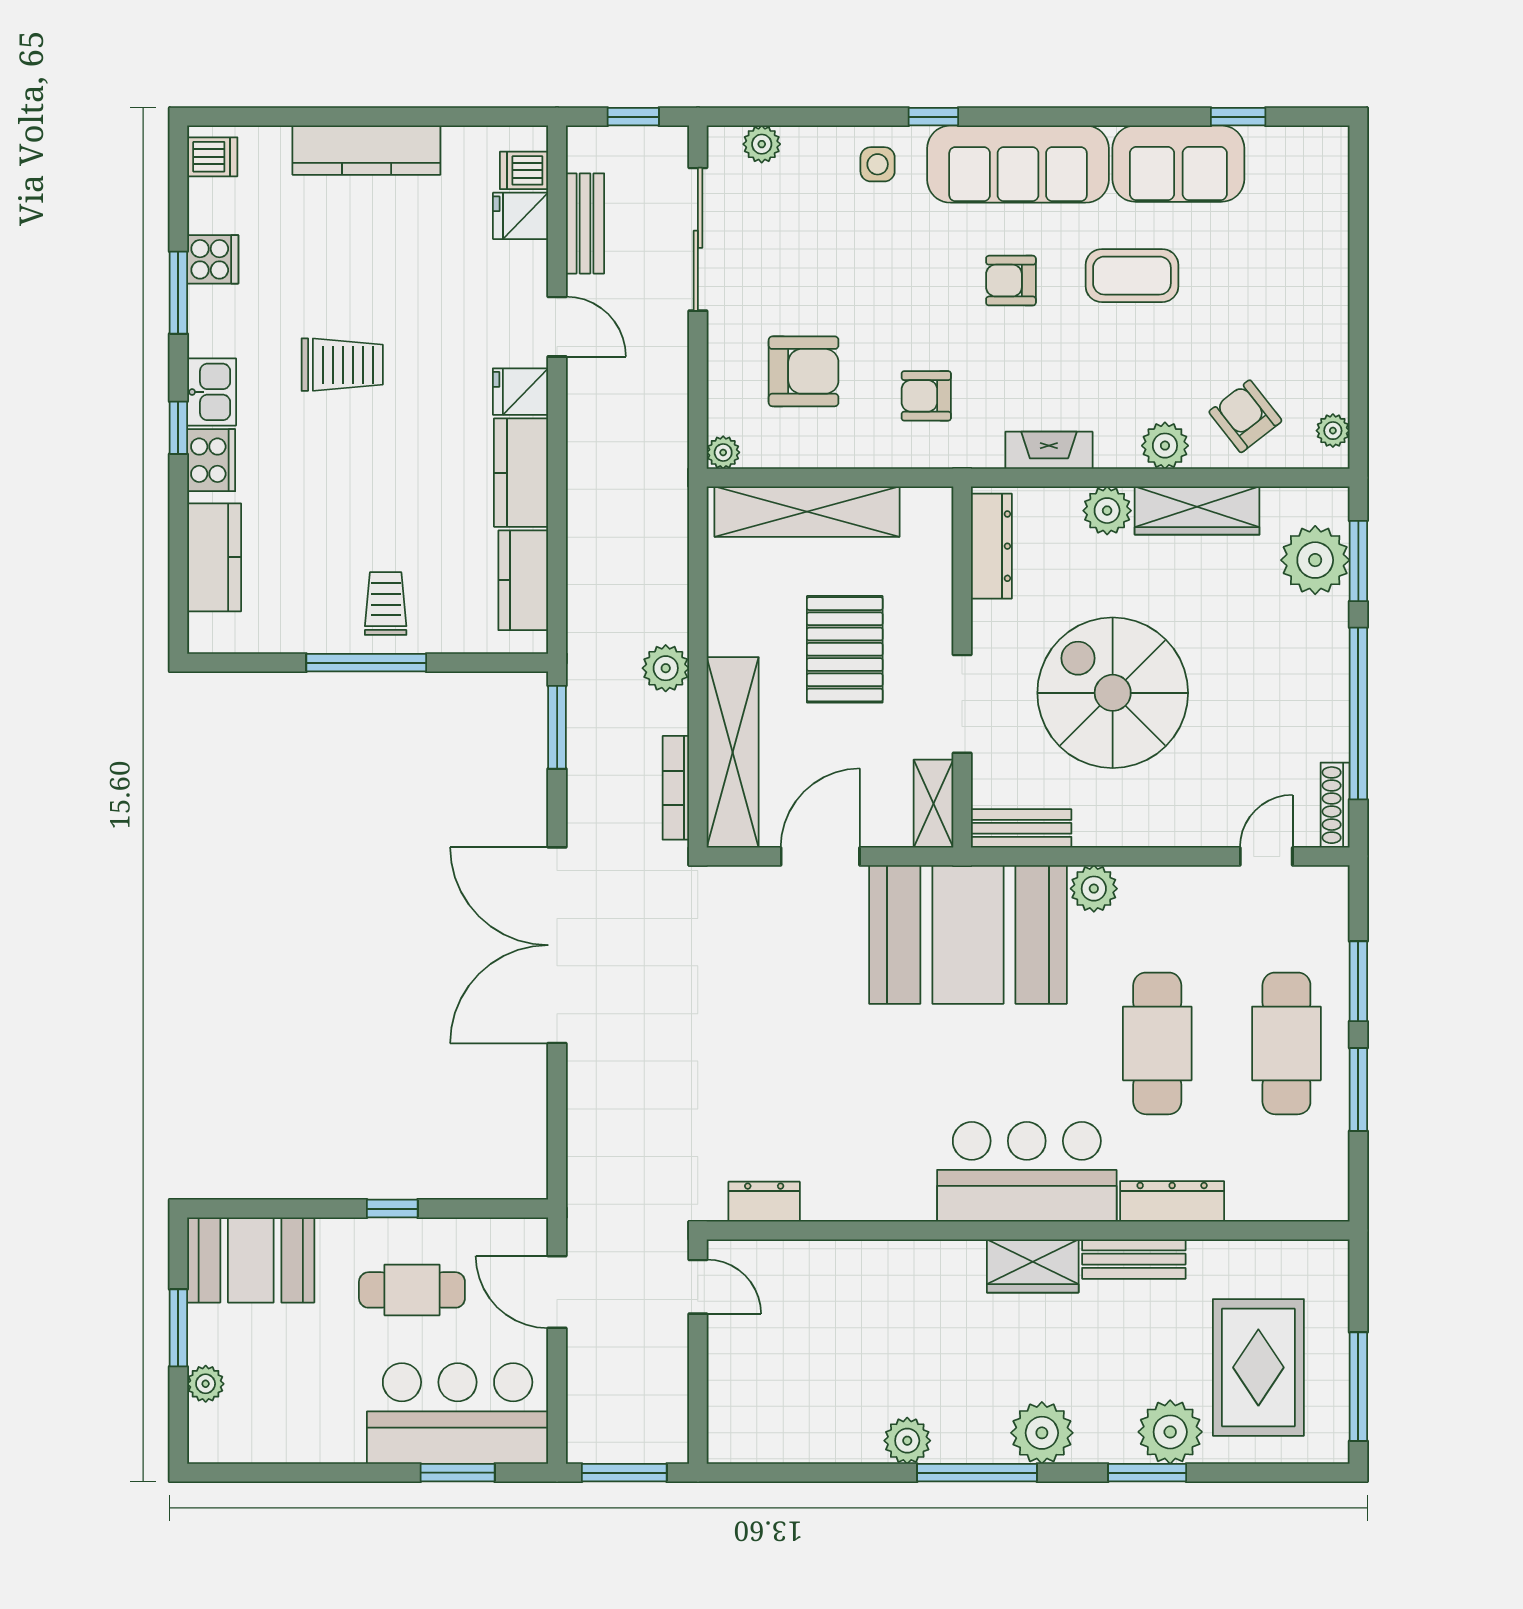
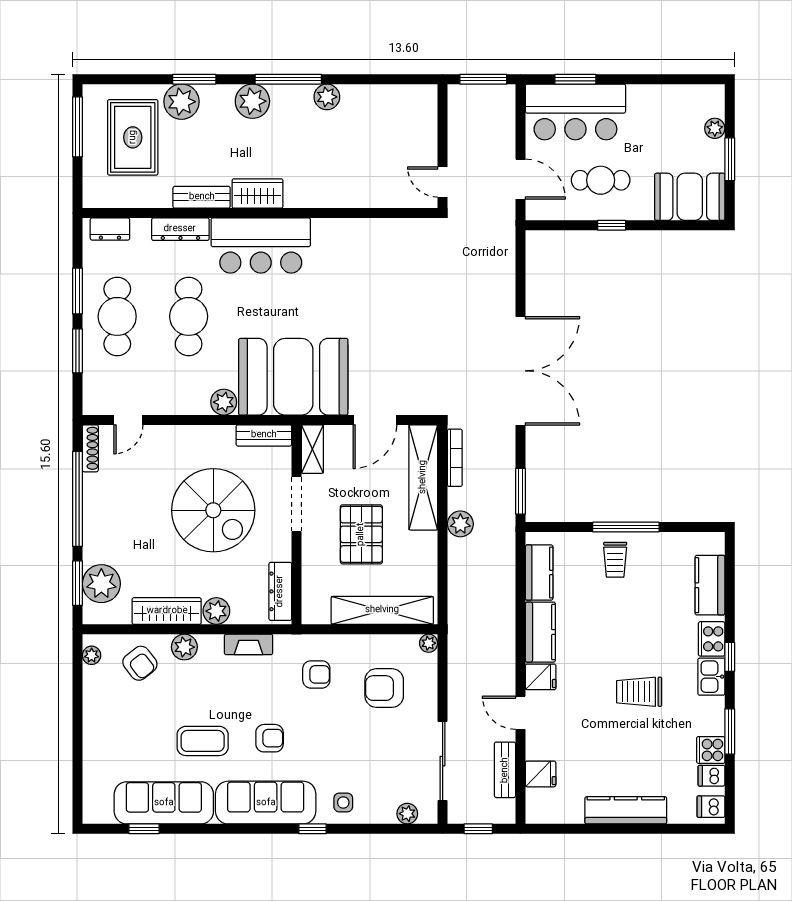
sofa: (1178, 164) -> (164, 803), width x1.36
dishwasher: (524, 170) -> (711, 776), moved, turned 180
dresser: (764, 1202) -> (110, 229), moved

